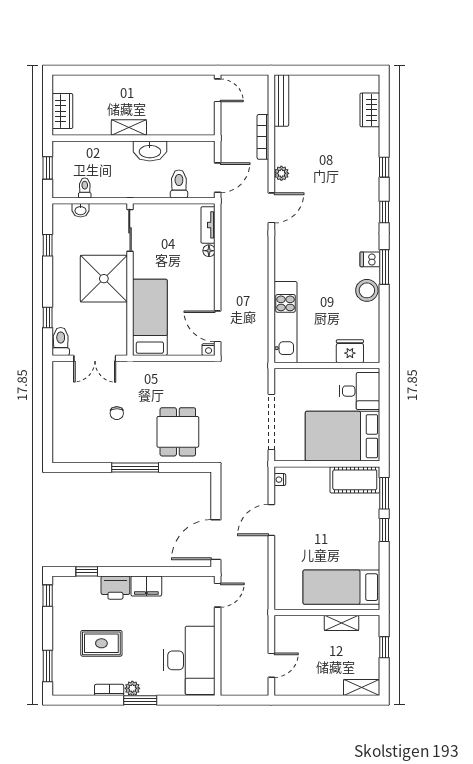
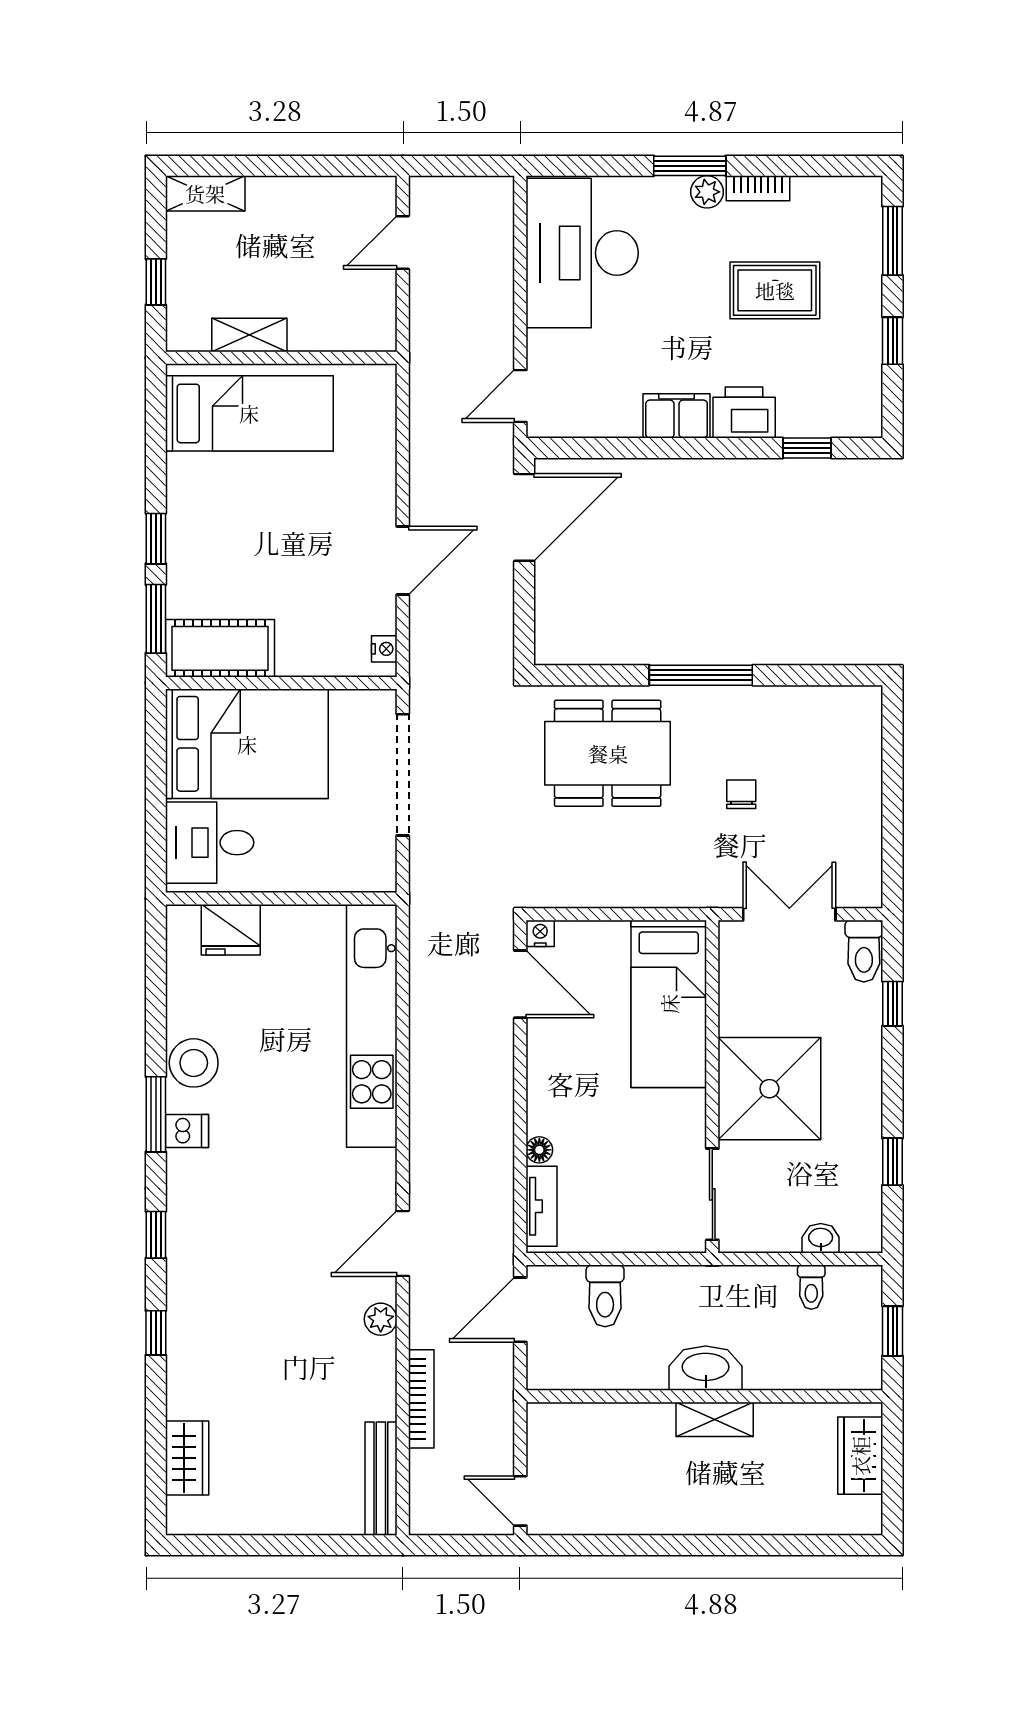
washbasin: (150, 151) -> (706, 1368), moved
kitchen unit: (286, 322) -> (372, 1026), width x1.36
dining table: (178, 432) -> (608, 753), width x1.37
window: (48, 596) -> (893, 341), moved

